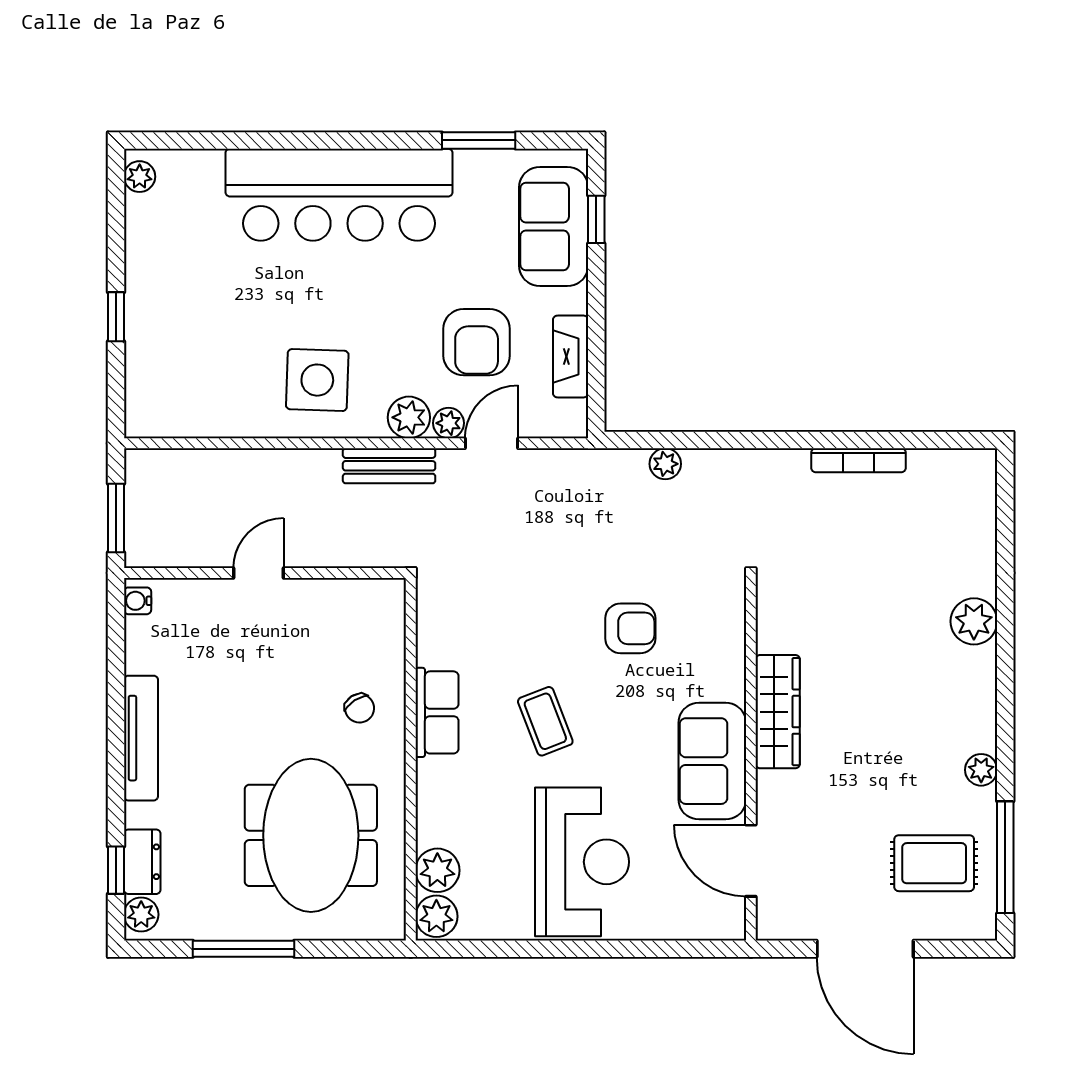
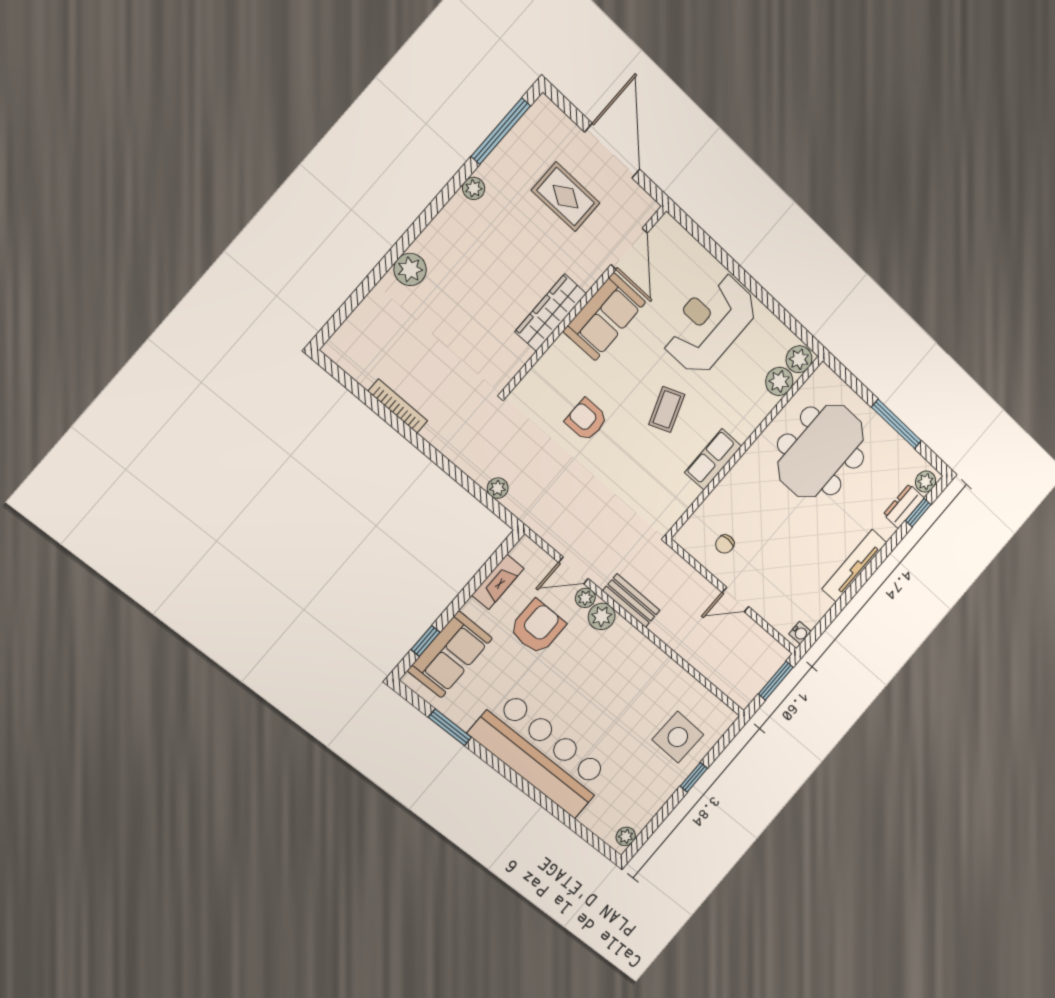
side table: (317, 380) -> (678, 737), moved
chair: (360, 708) -> (725, 544), moved, turned -147
rug: (934, 863) -> (566, 197), moved

